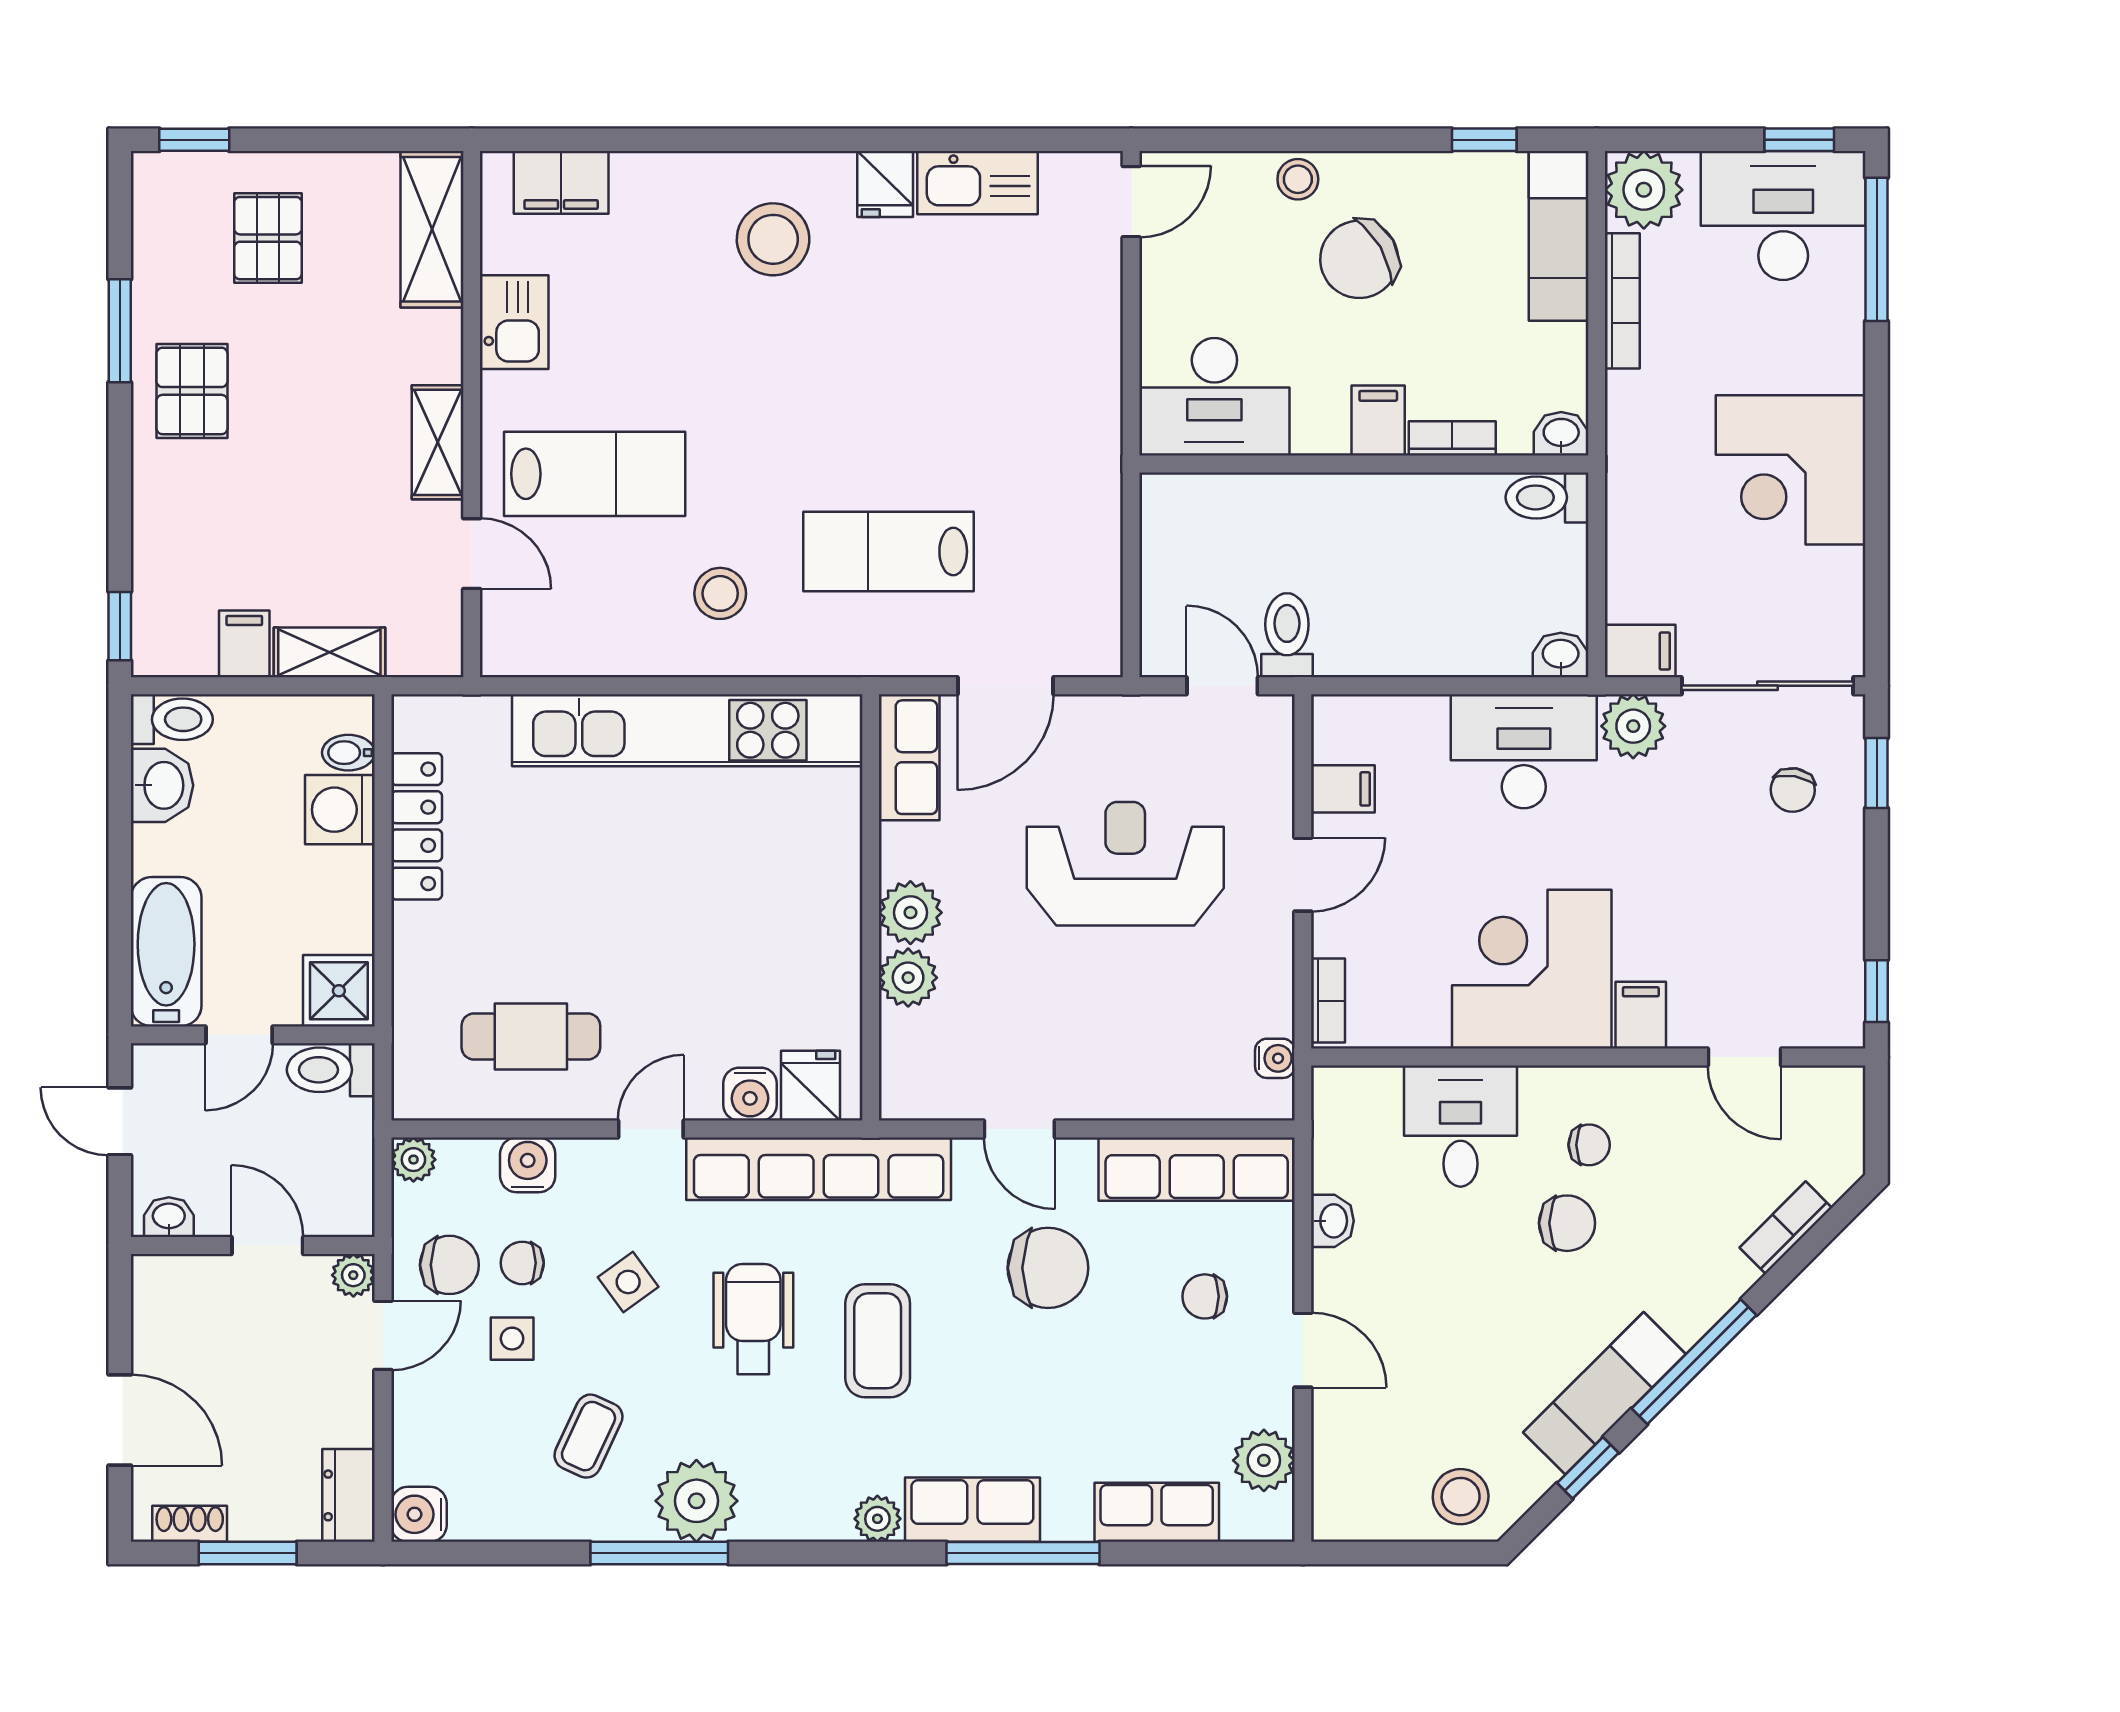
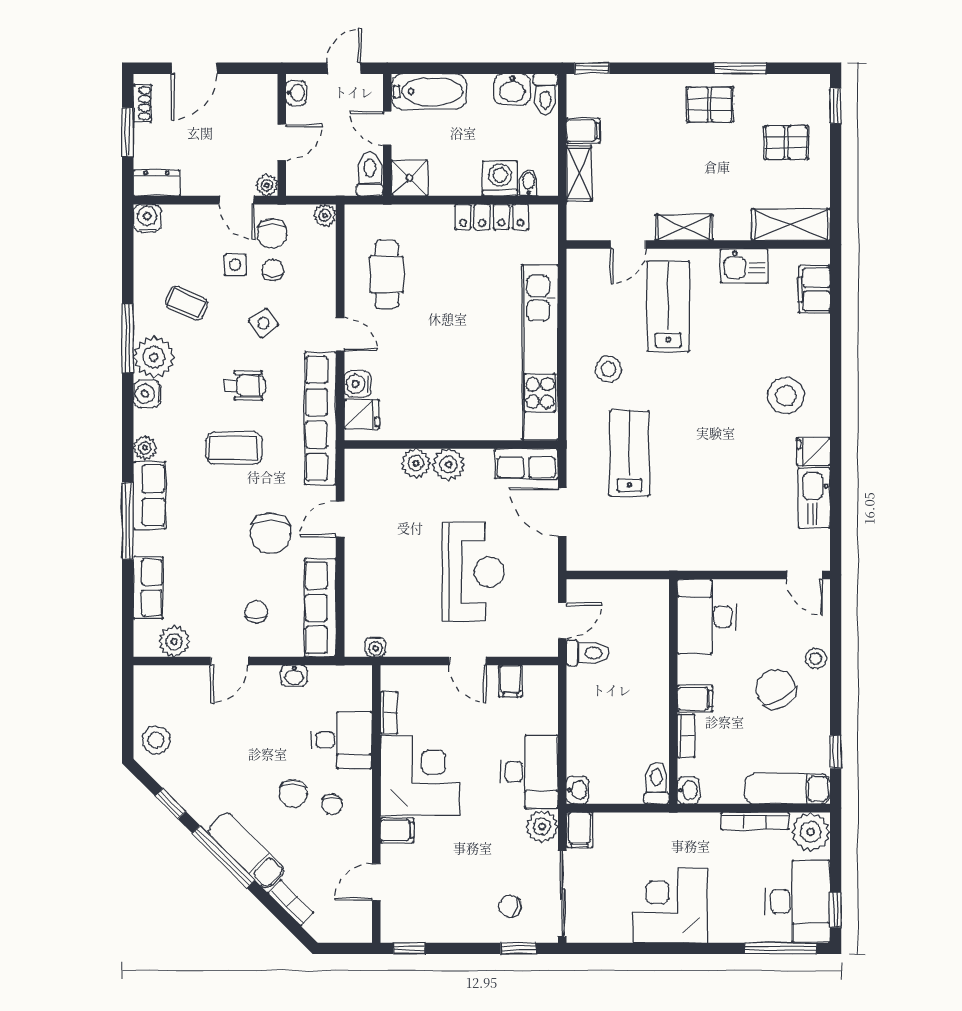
lab bench: (595, 474) -> (668, 306), turned 180
bookcase: (1328, 1001) -> (389, 713), moved, turned -90
water cooler: (528, 1165) -> (147, 394), moved, turned 180
wheelchair: (753, 1319) -> (245, 386), width x0.73, depth x0.73
exam couch: (1604, 1393) -> (246, 851), moved

